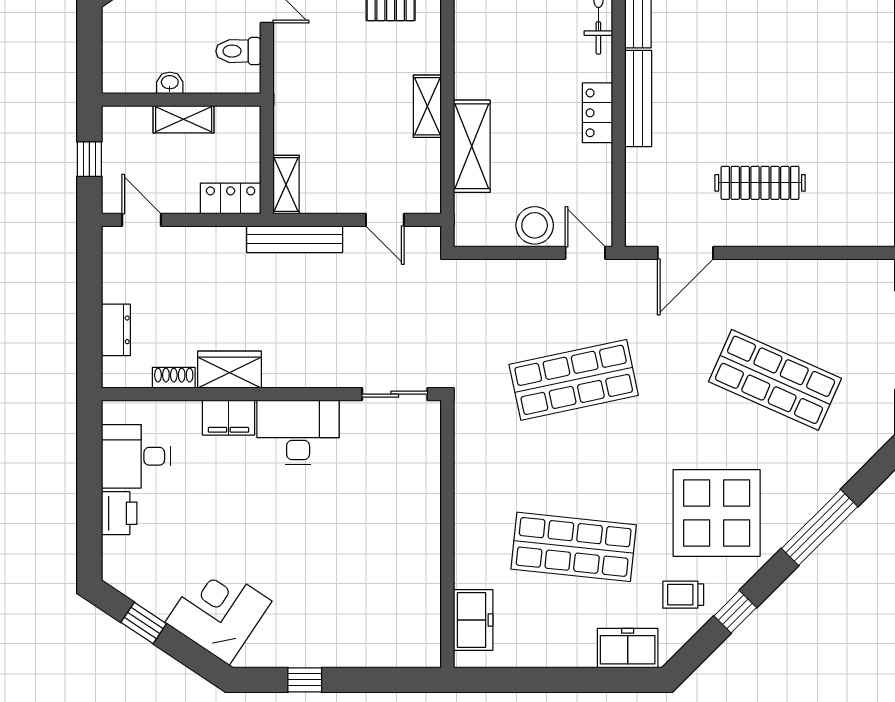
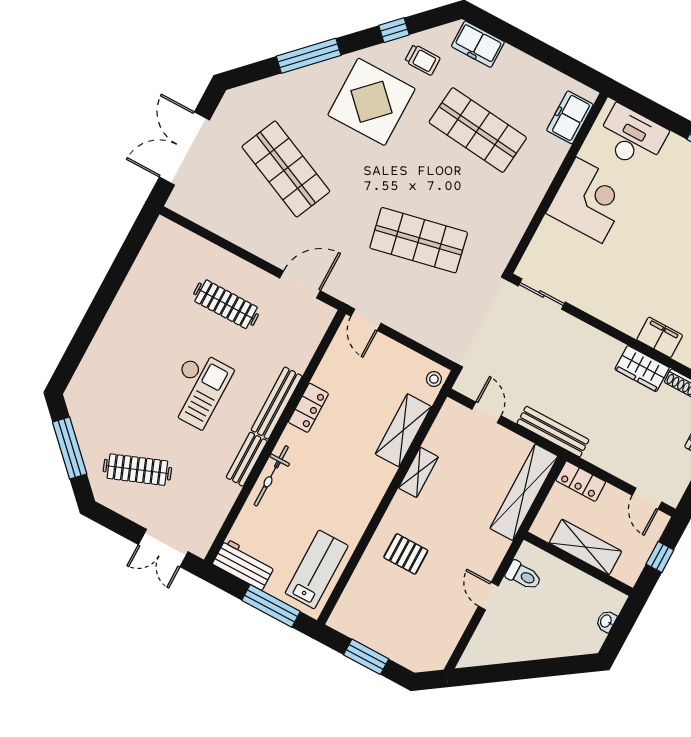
checkout: (740, 65) -> (197, 389), added
washbasin: (170, 83) -> (606, 621), moved, turned 90
shelving: (184, 119) -> (585, 547), width x1.50, depth x1.33
shelving: (286, 185) -> (524, 492), width x2.20, depth x1.33
stool: (535, 225) -> (434, 379), moved, width x0.53, depth x0.53
desk: (298, 433) -> (632, 137), moved, turned 180
corner desk: (398, 535) -> (589, 200), added

